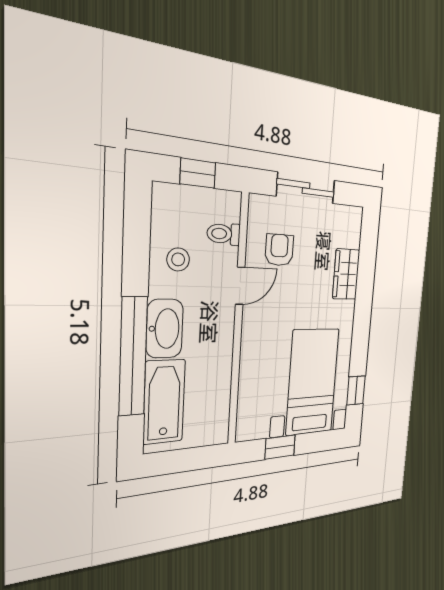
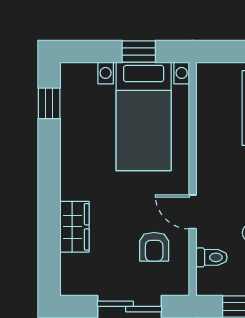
door: (240, 286) -> (193, 212), hinge flipped
bed with nightstands: (313, 382) -> (144, 116), moved

